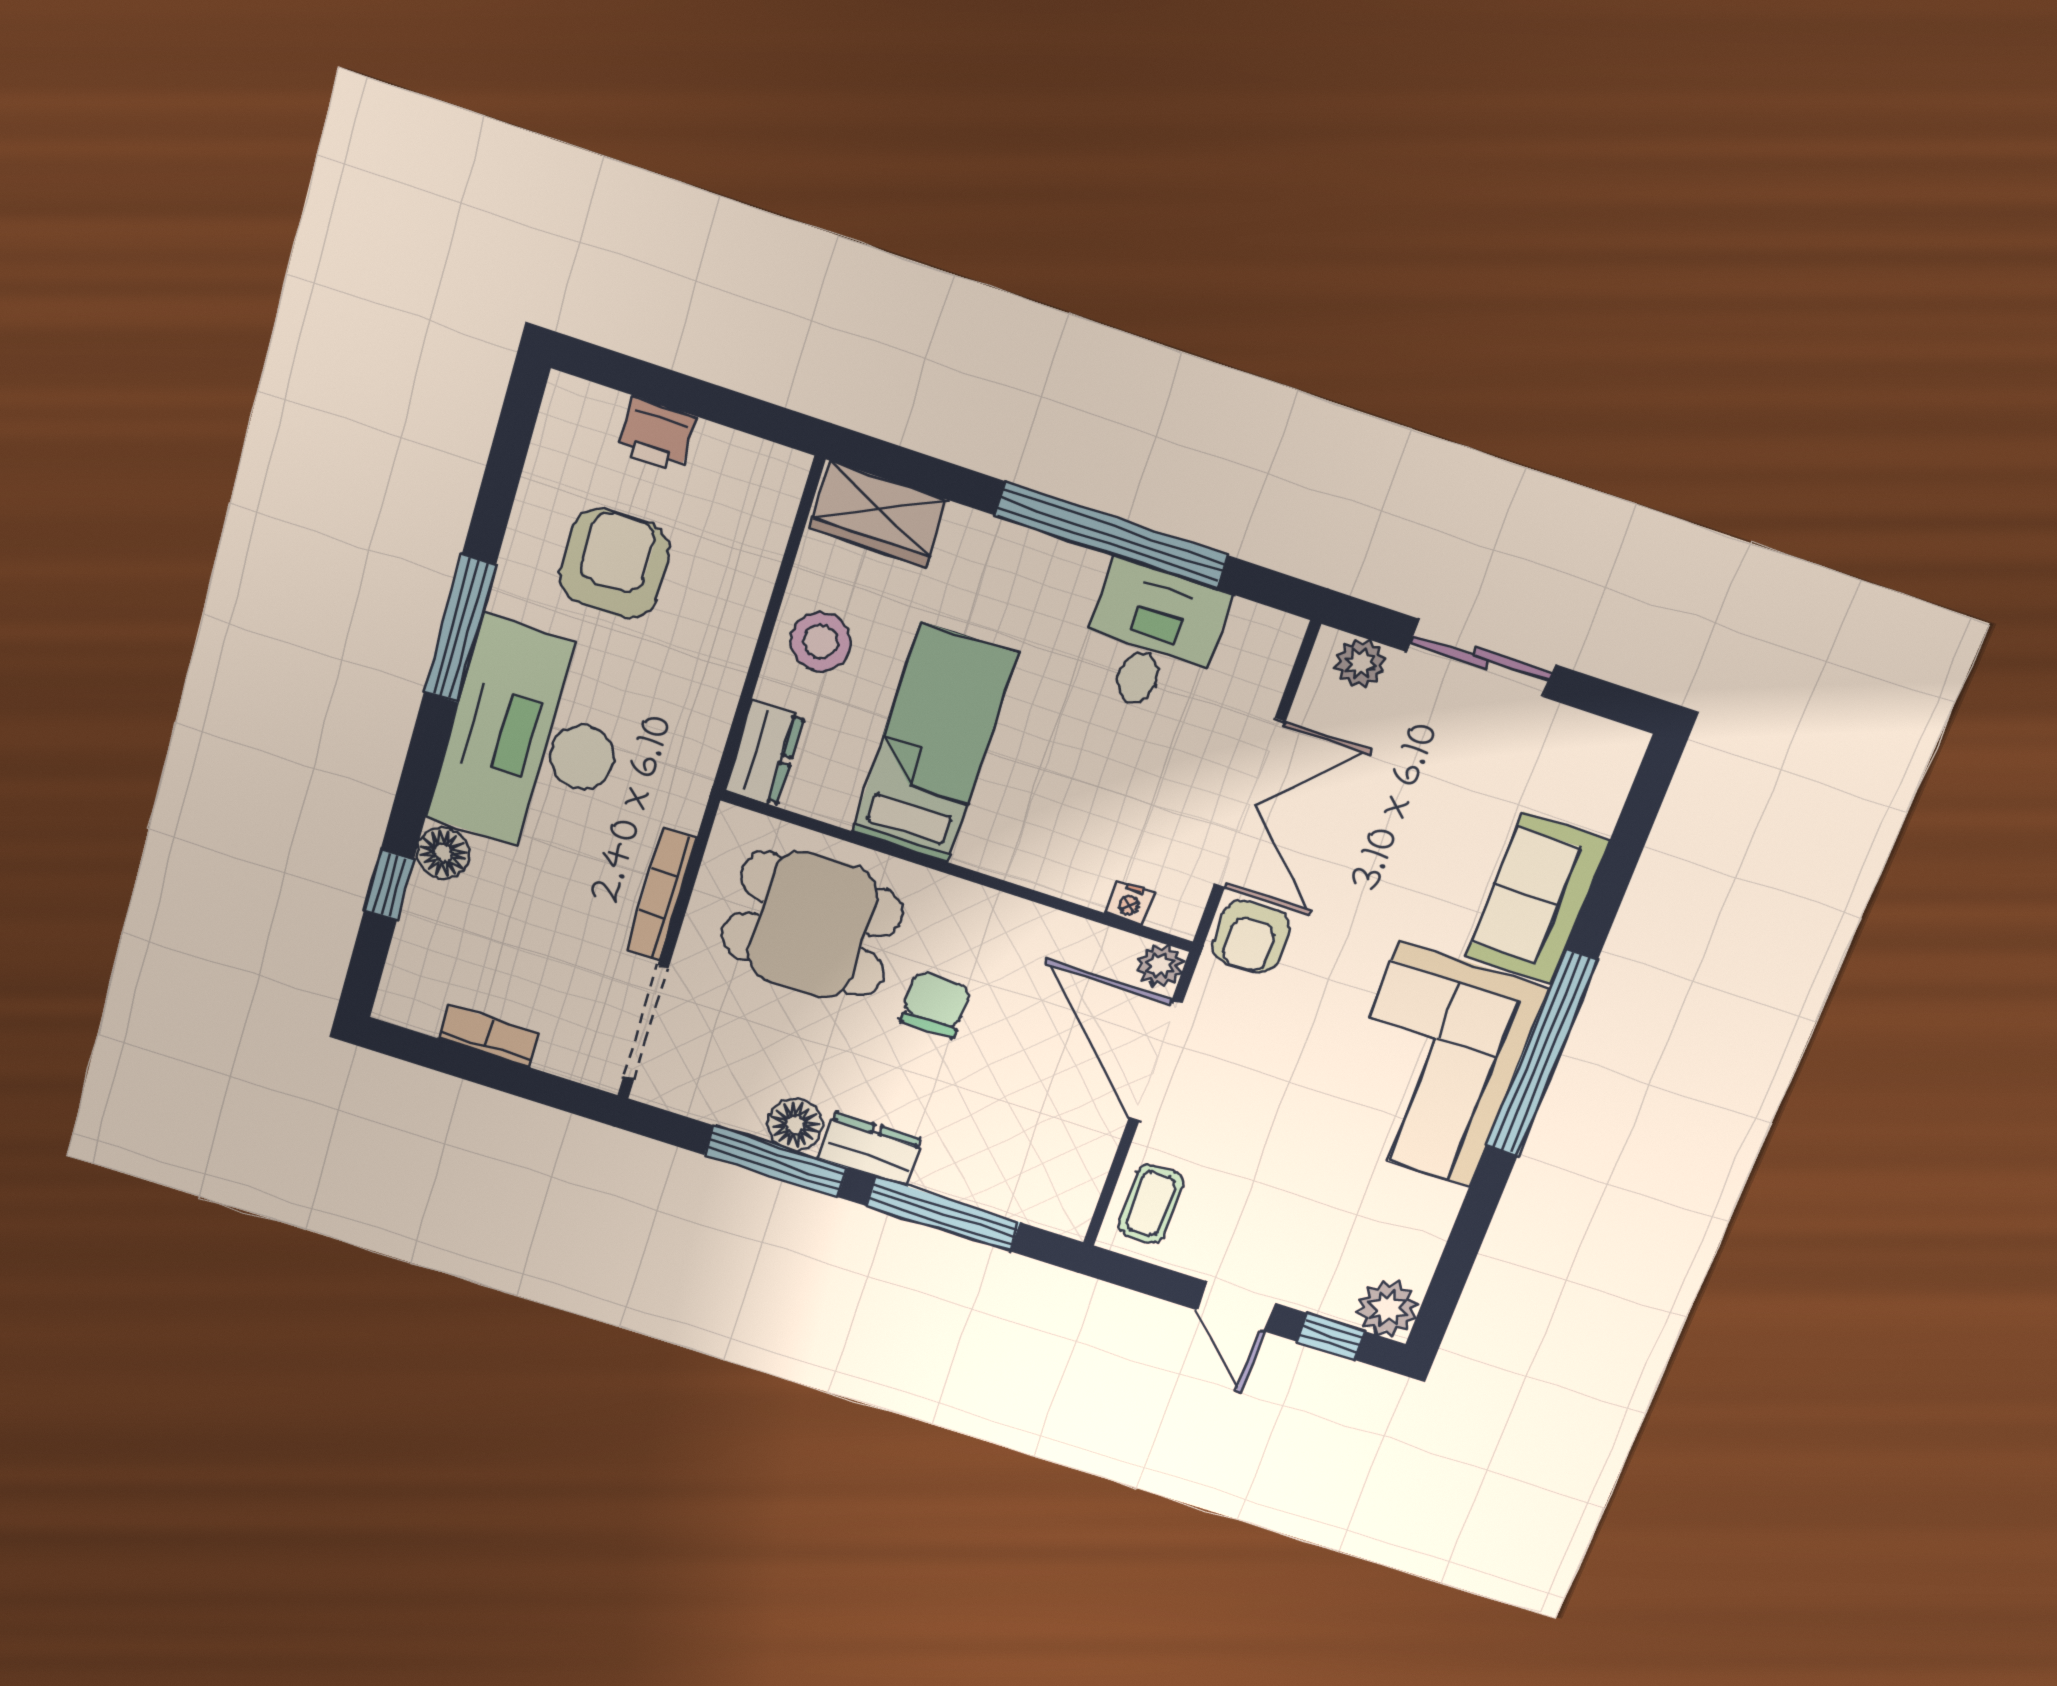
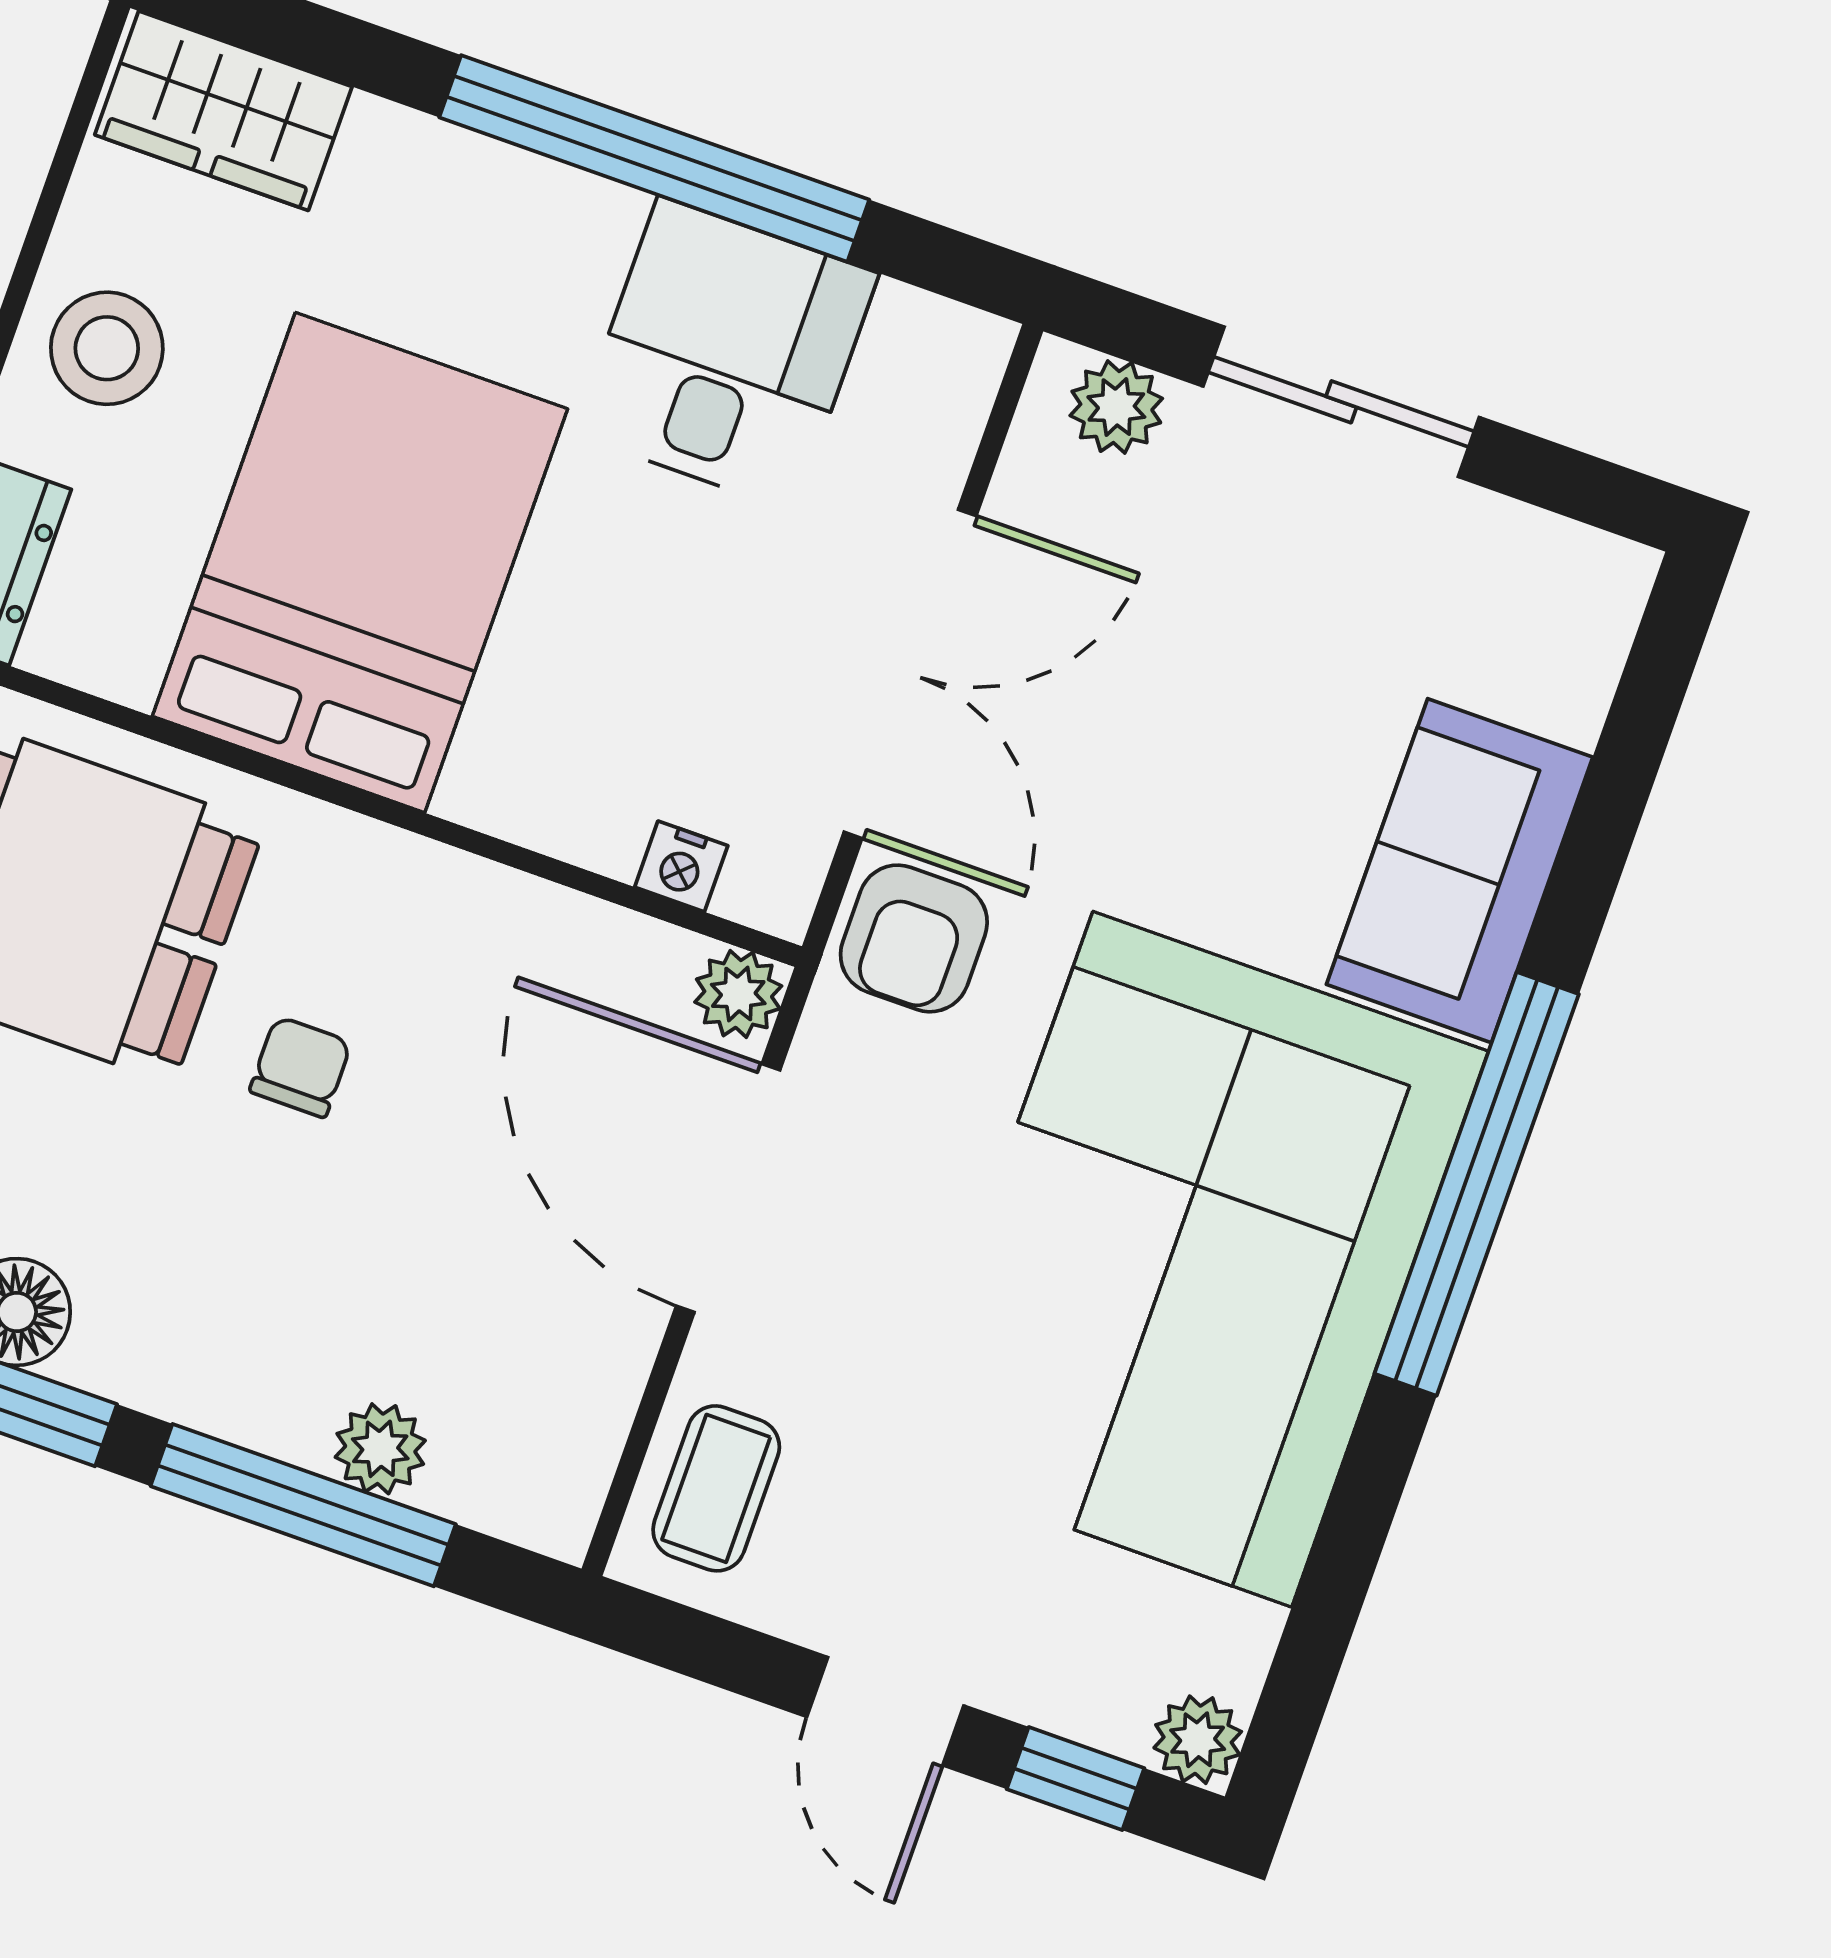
bed: (934, 743) -> (360, 563), width x1.50
chair: (935, 1005) -> (300, 1067), width x0.73, depth x0.73
corner sofa: (1435, 1065) -> (1192, 1259), width x1.36, depth x1.36
dresser: (870, 1149) -> (164, 1365), removed
plant: (981, 1187) -> (380, 1449), added
plant: (1388, 1308) -> (1198, 1740), width x0.73, depth x0.73

